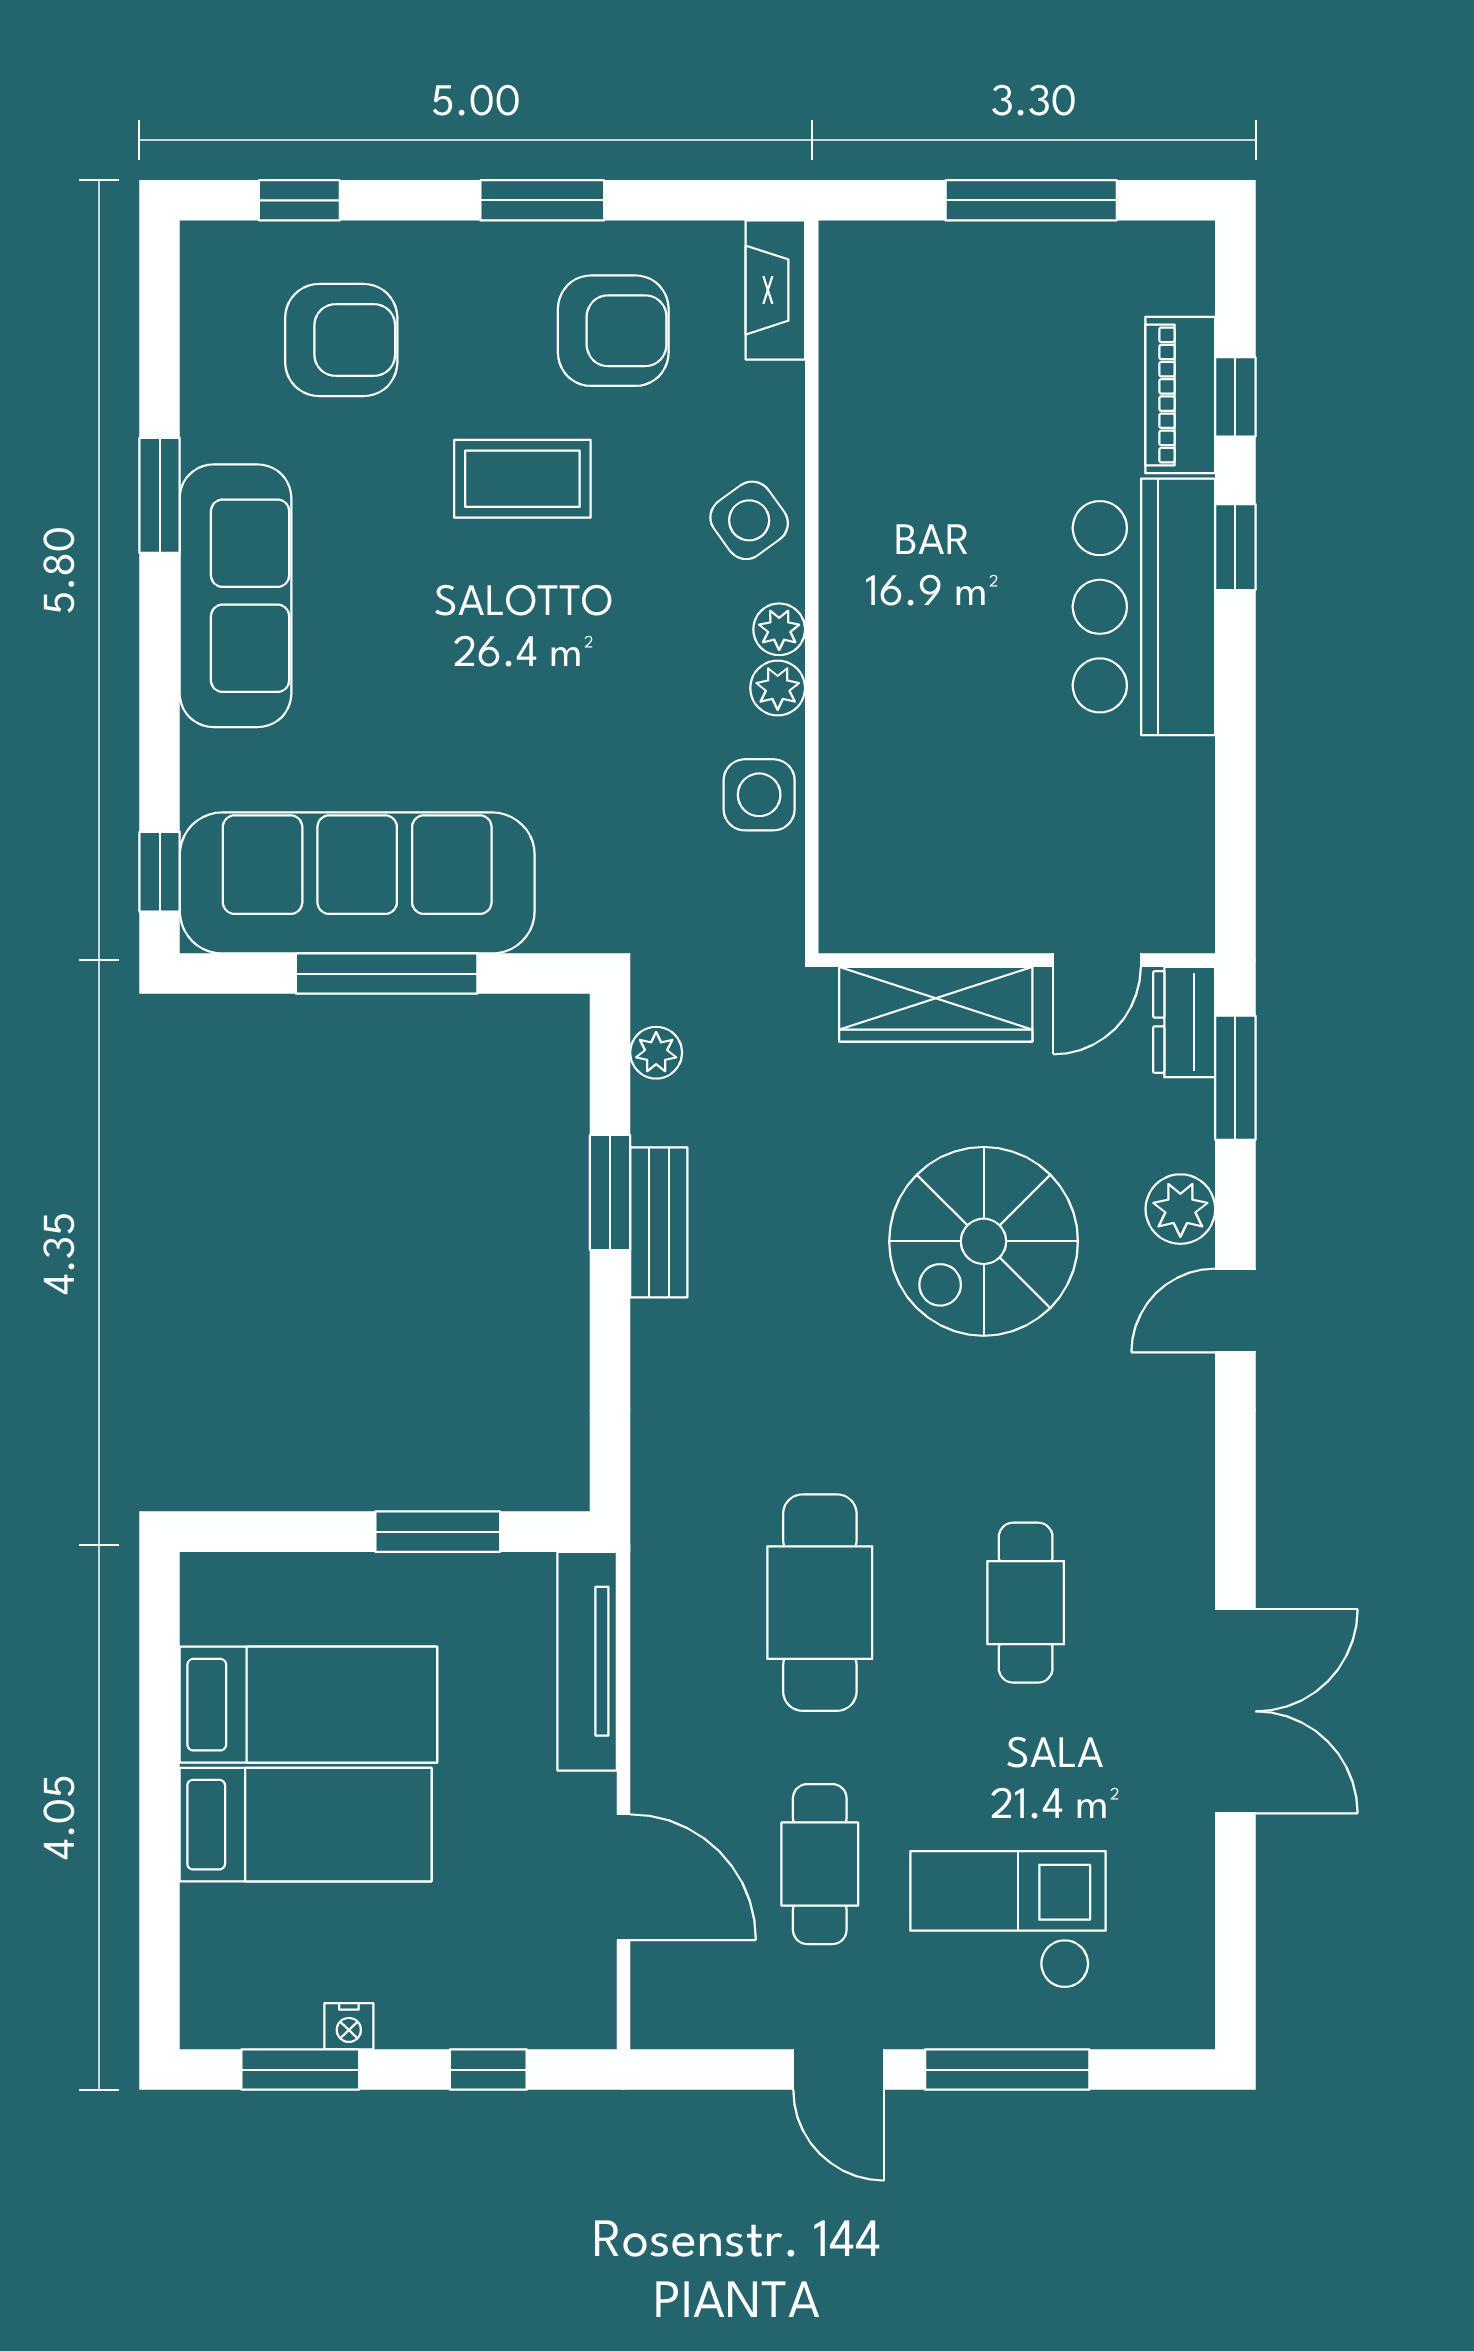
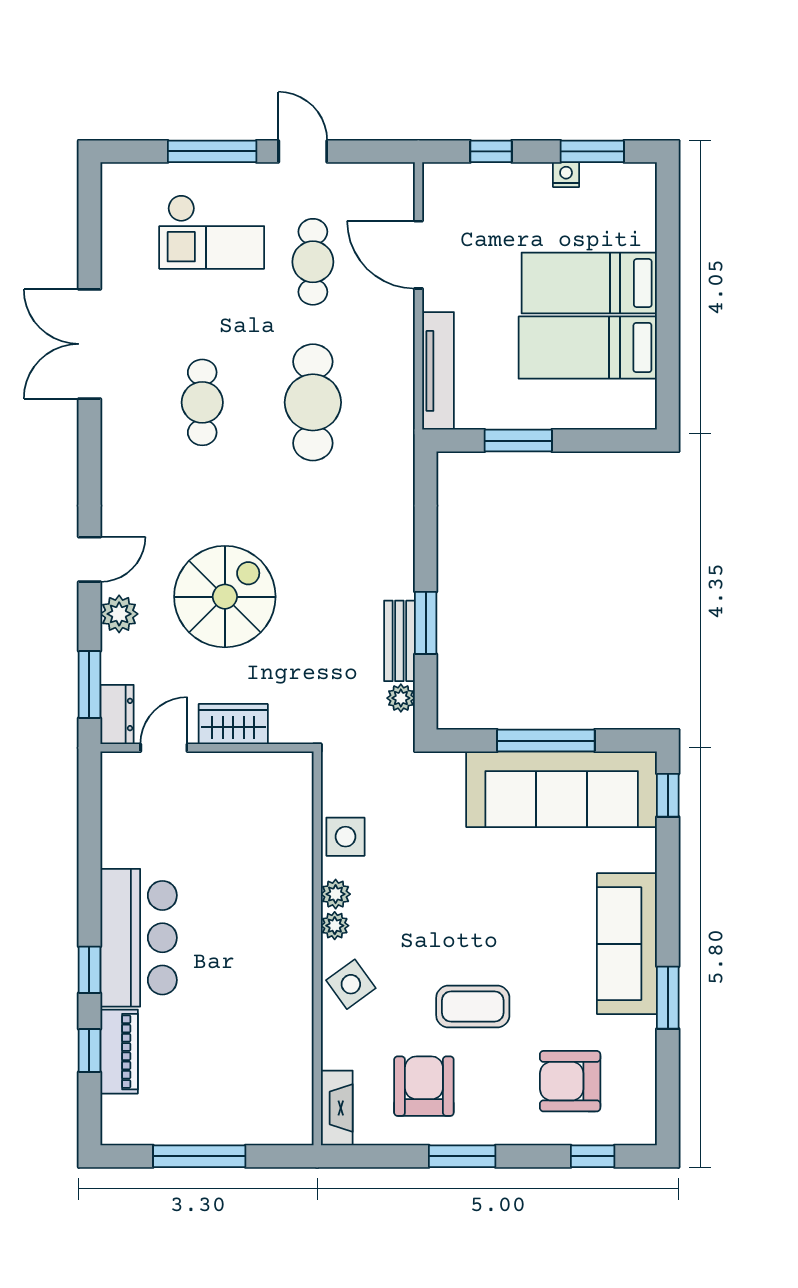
armchair: (613, 331) -> (424, 1086), turned 90
wardrobe: (936, 1004) -> (233, 724), width x0.67
bench: (659, 1222) -> (399, 641), moved

